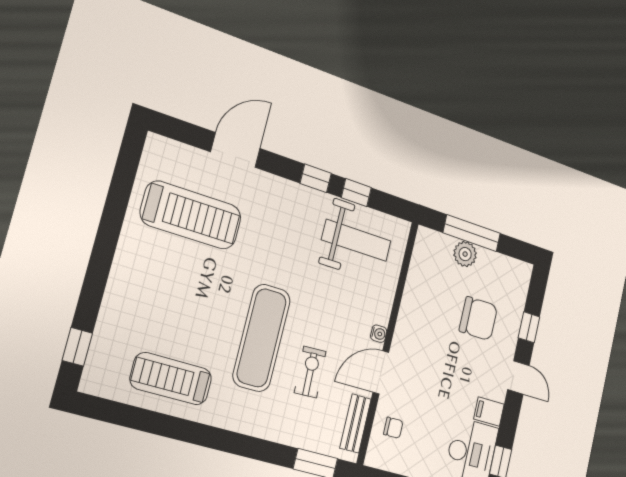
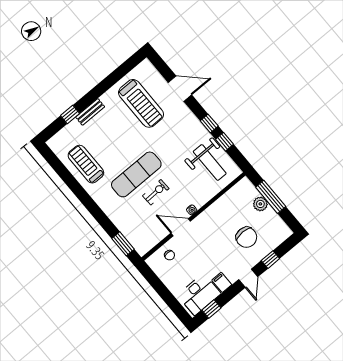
window: (77, 347) -> (70, 115), moved
exercise bike: (310, 372) -> (156, 192), moved
bench: (356, 423) -> (90, 112), moved

